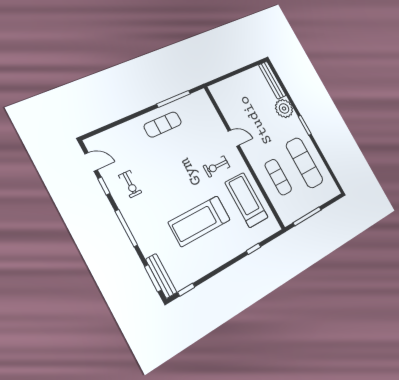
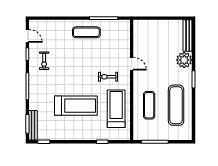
treadmill: (199, 221) -> (76, 106), turned 180

